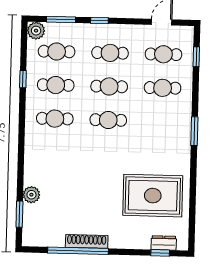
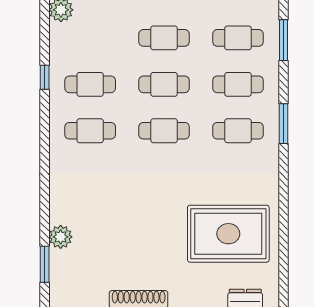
cafe table: (57, 52) -> (238, 131), moved
window: (196, 57) -> (284, 40), width x1.50
window: (194, 131) -> (284, 124), moved

